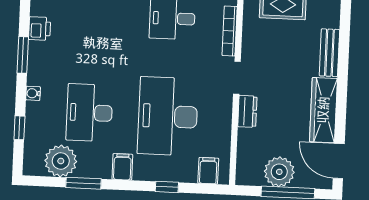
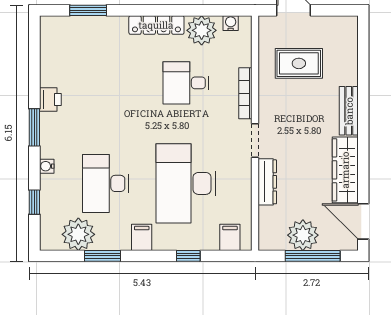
dresser: (247, 111) -> (267, 182), width x1.44

